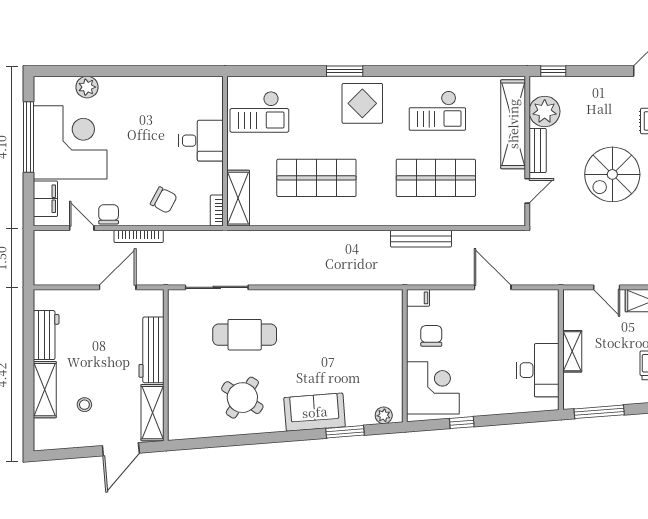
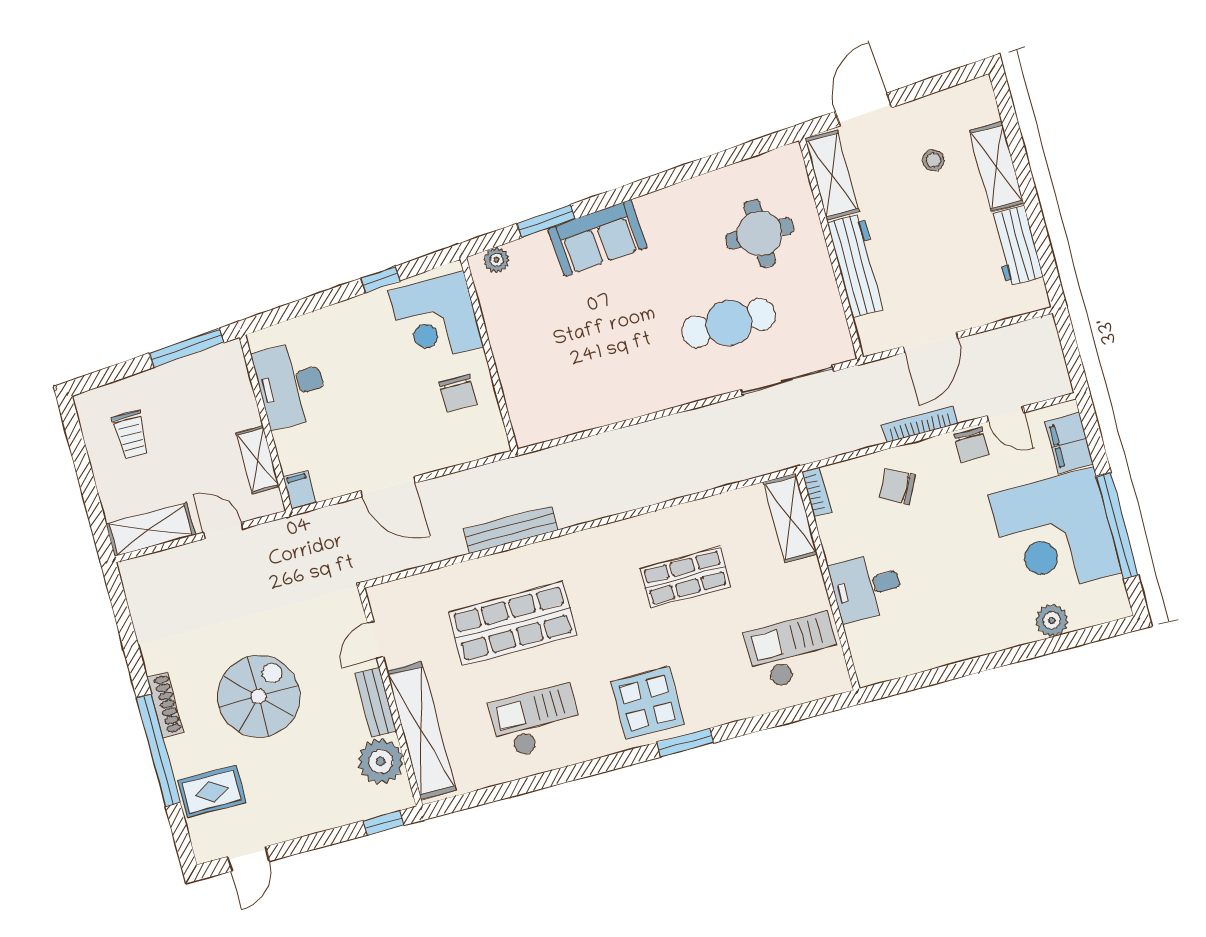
shop shelf: (316, 178) -> (685, 577), width x0.70, depth x0.74
filing cabinet: (418, 298) -> (300, 490), moved, turned 90
shelving: (572, 351) -> (258, 460), moved
round table: (242, 398) -> (760, 234), moved, turned -34

